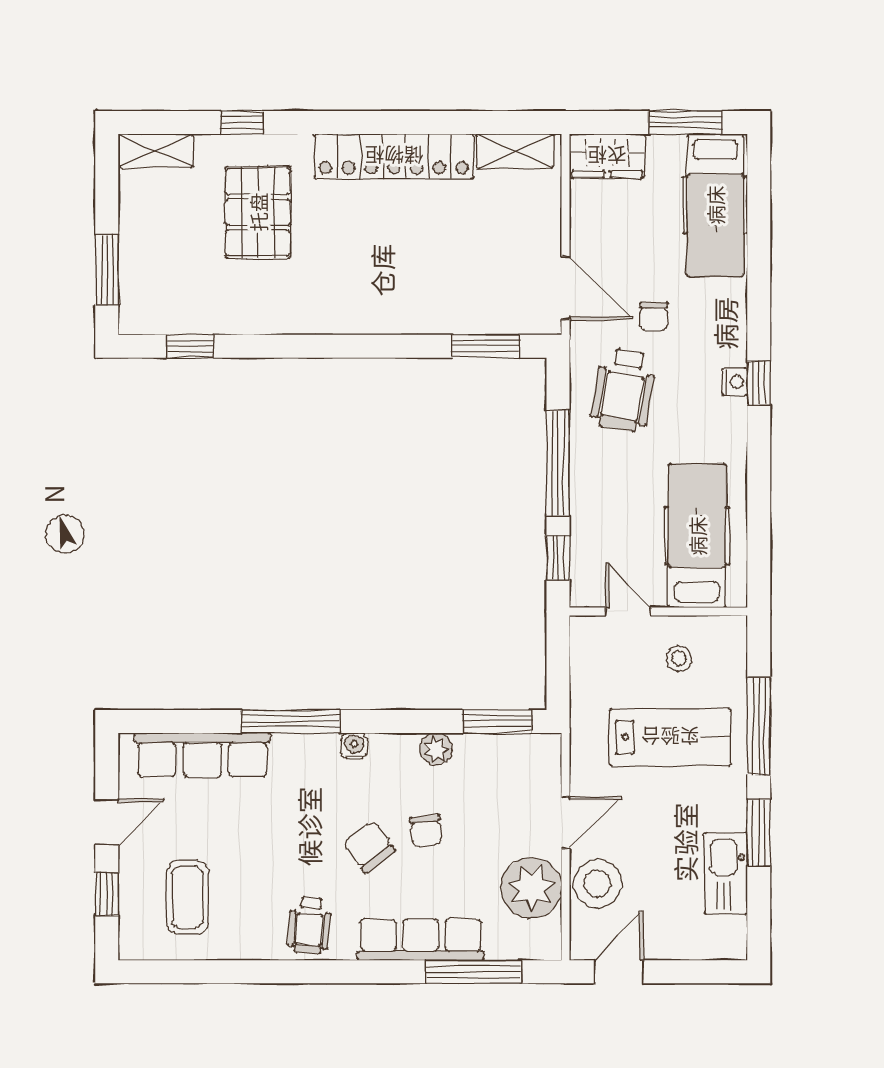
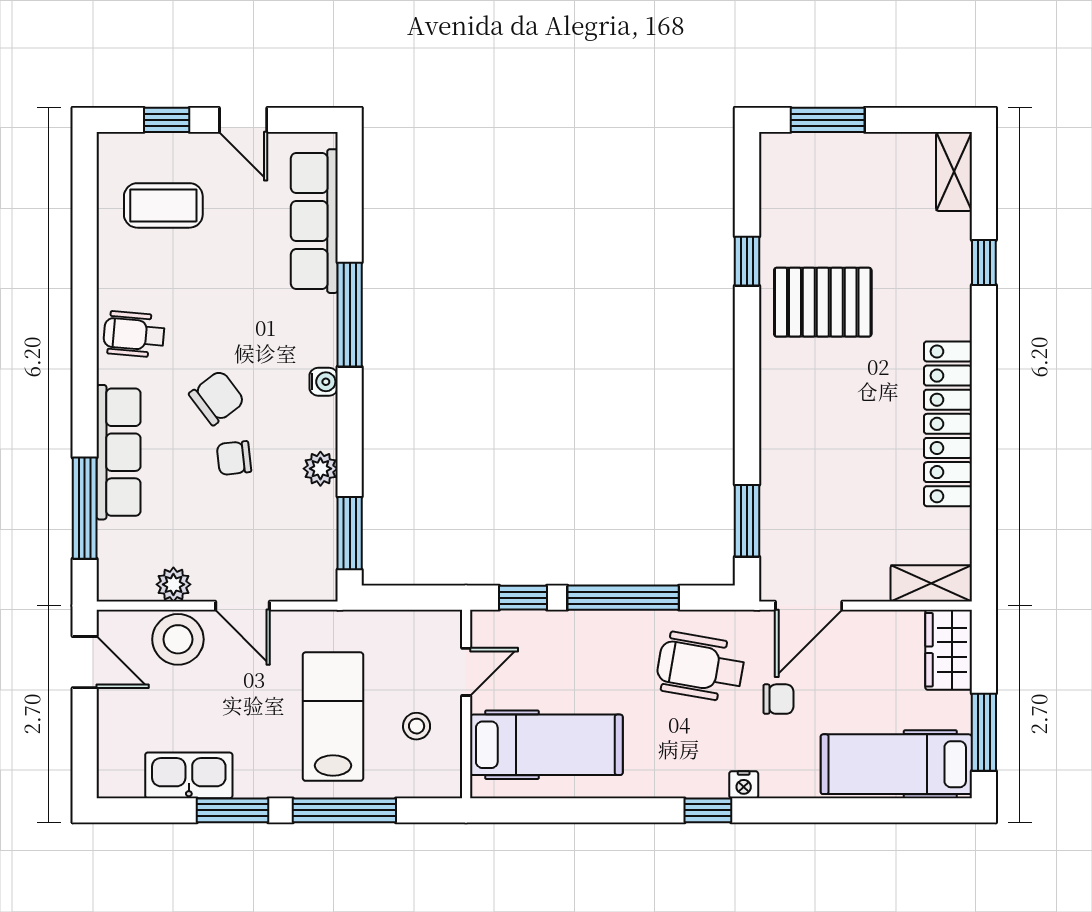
shelving: (515, 151) -> (931, 583), moved, turned 90
pallet: (258, 212) -> (823, 302), moved
chair: (654, 317) -> (778, 699), turned 180
window: (190, 346) -> (747, 261), moved
nightstand: (735, 382) -> (744, 785), moved
lab bench: (670, 737) -> (333, 717), turned 180
plant: (531, 888) -> (173, 584), width x0.53, depth x0.53

